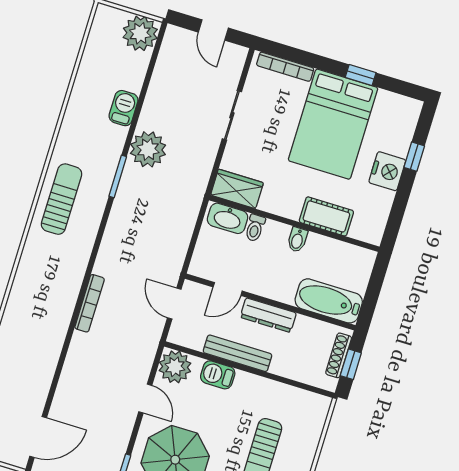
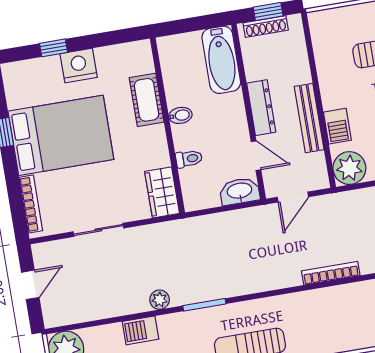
plant: (148, 149) -> (160, 300), width x0.53, depth x0.53
washbasin: (228, 218) -> (240, 191), moved, turned -90

